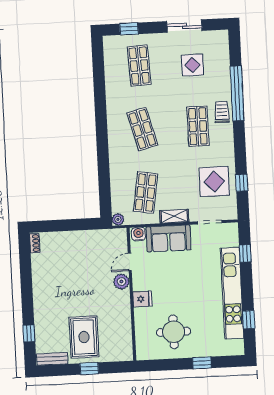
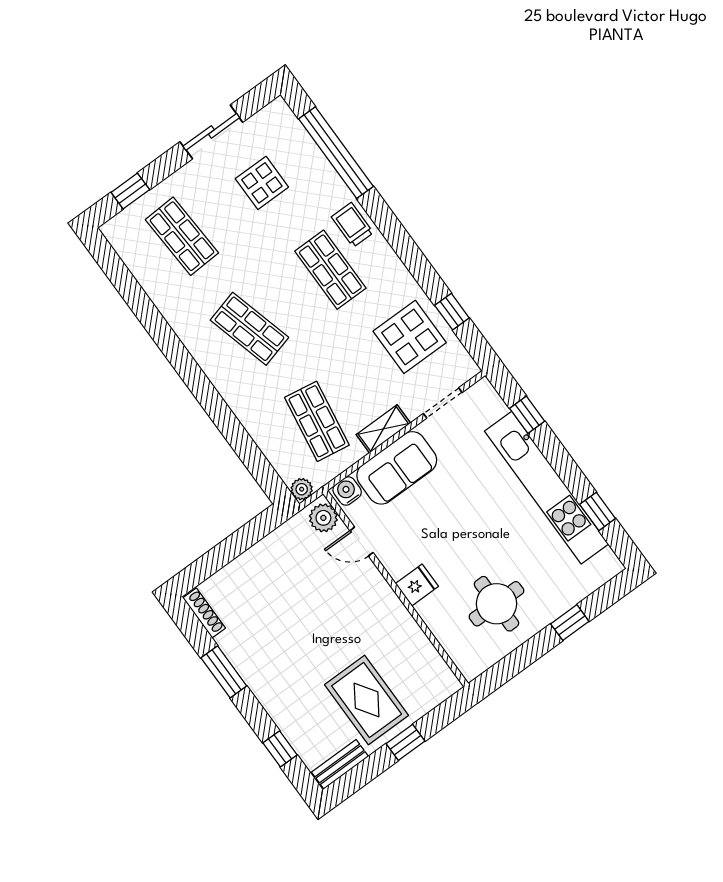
window: (237, 93) -> (336, 153), moved
shoe rack: (35, 243) -> (204, 613), width x1.43
door: (130, 262) -> (361, 542), hinge flipped
window: (26, 281) -> (224, 672), added
plant: (121, 282) -> (323, 518), moved

